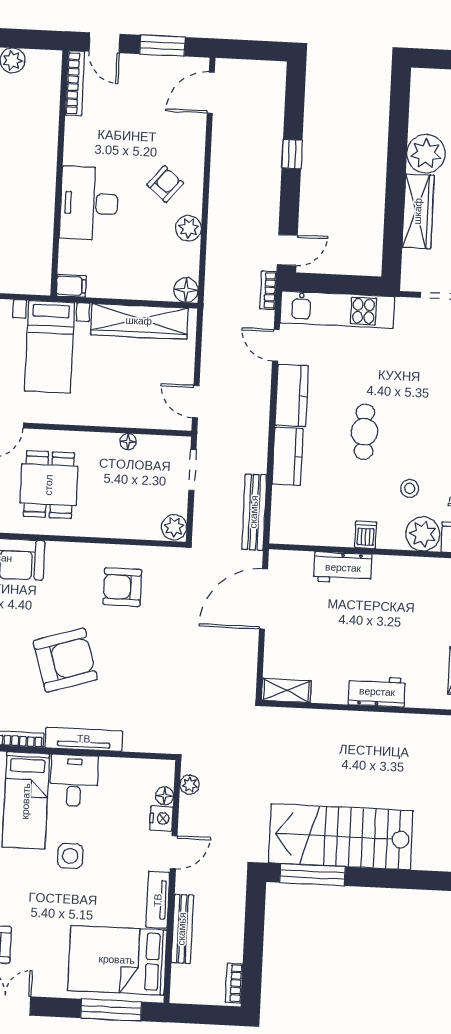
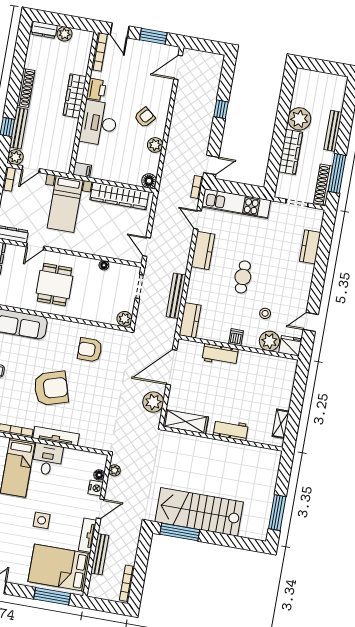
printer: (78, 147) -> (96, 89), added
wardrobe: (43, 163) -> (75, 96), added
kitchen counter: (288, 456) -> (190, 320), moved
bench: (254, 512) -> (176, 296), moved
plant: (240, 661) -> (153, 402), added
shelving: (286, 691) -> (186, 422), width x1.50, depth x1.33
side table: (70, 856) -> (42, 520), moved
bookcase: (234, 983) -> (127, 583), width x1.56

